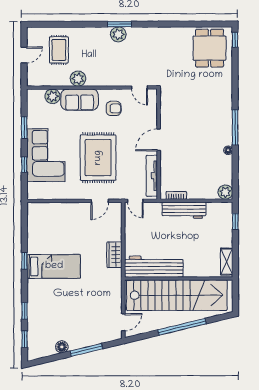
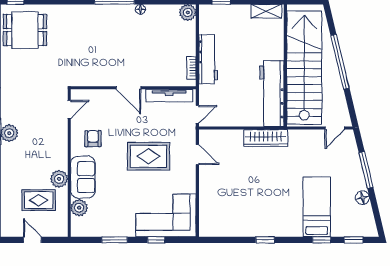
rug: (59, 50) -> (39, 200), moved
corner sofa: (46, 155) -> (166, 215), moved
rug: (98, 158) -> (149, 156), width x0.73, depth x0.69
wardrobe: (114, 255) -> (266, 138), width x1.50
bed: (54, 266) -> (317, 207), moved
door: (123, 322) -> (335, 128), swing flipped

